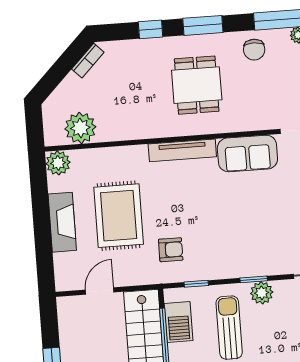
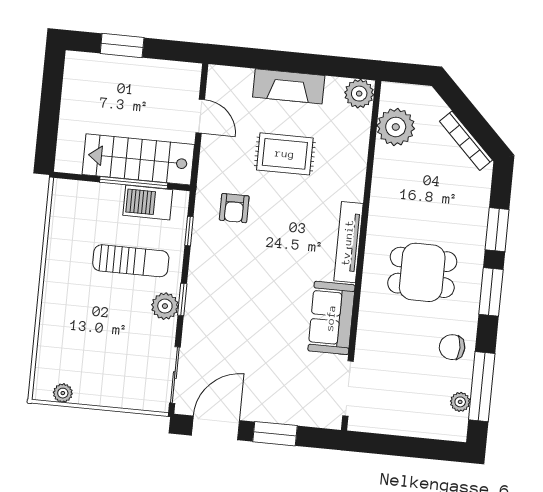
window: (151, 29) -> (497, 230), width x1.50
bookcase: (88, 61) -> (466, 141), width x1.56
rug: (119, 216) -> (285, 154), width x0.73, depth x0.70

